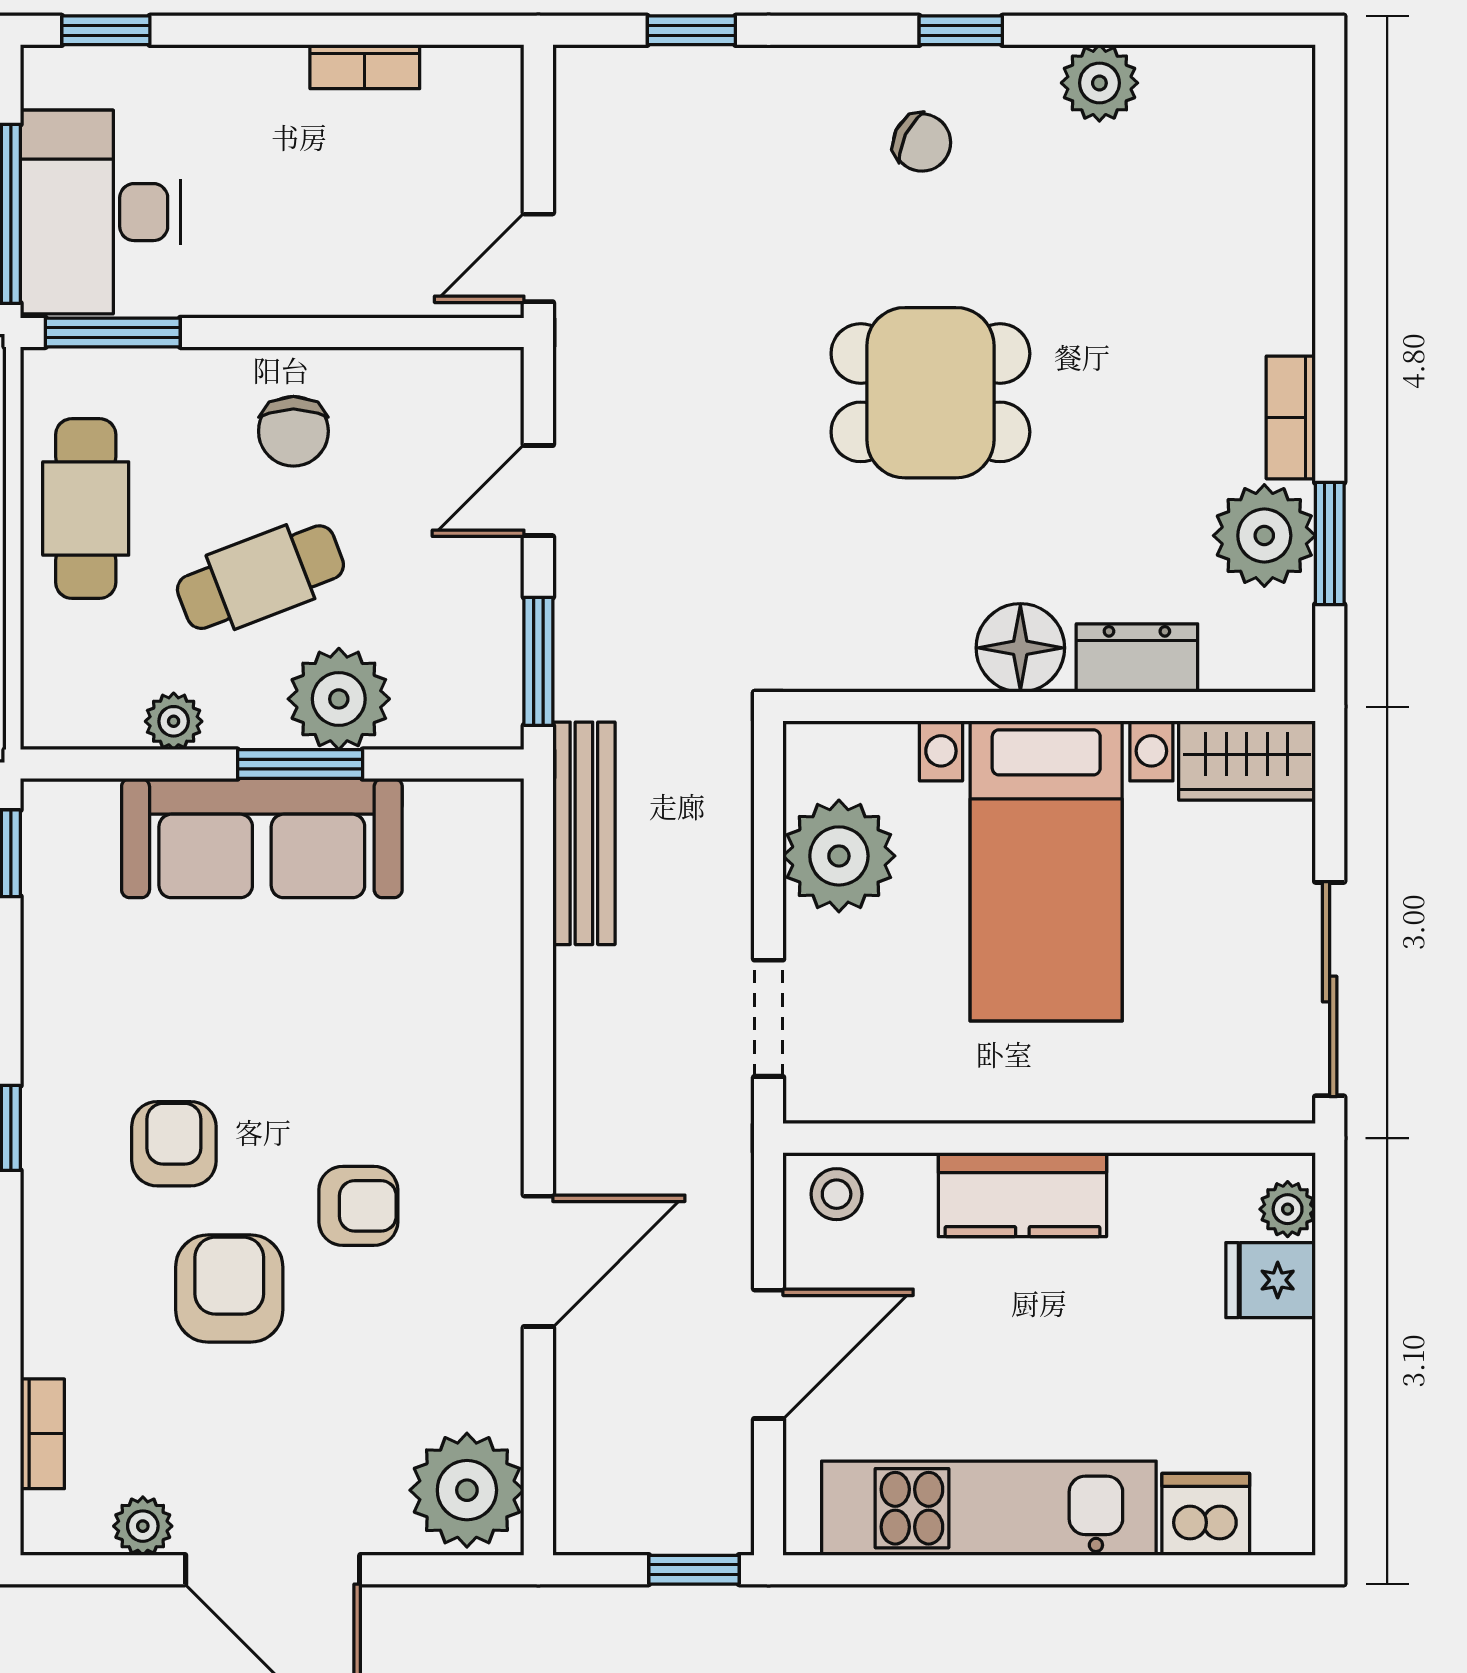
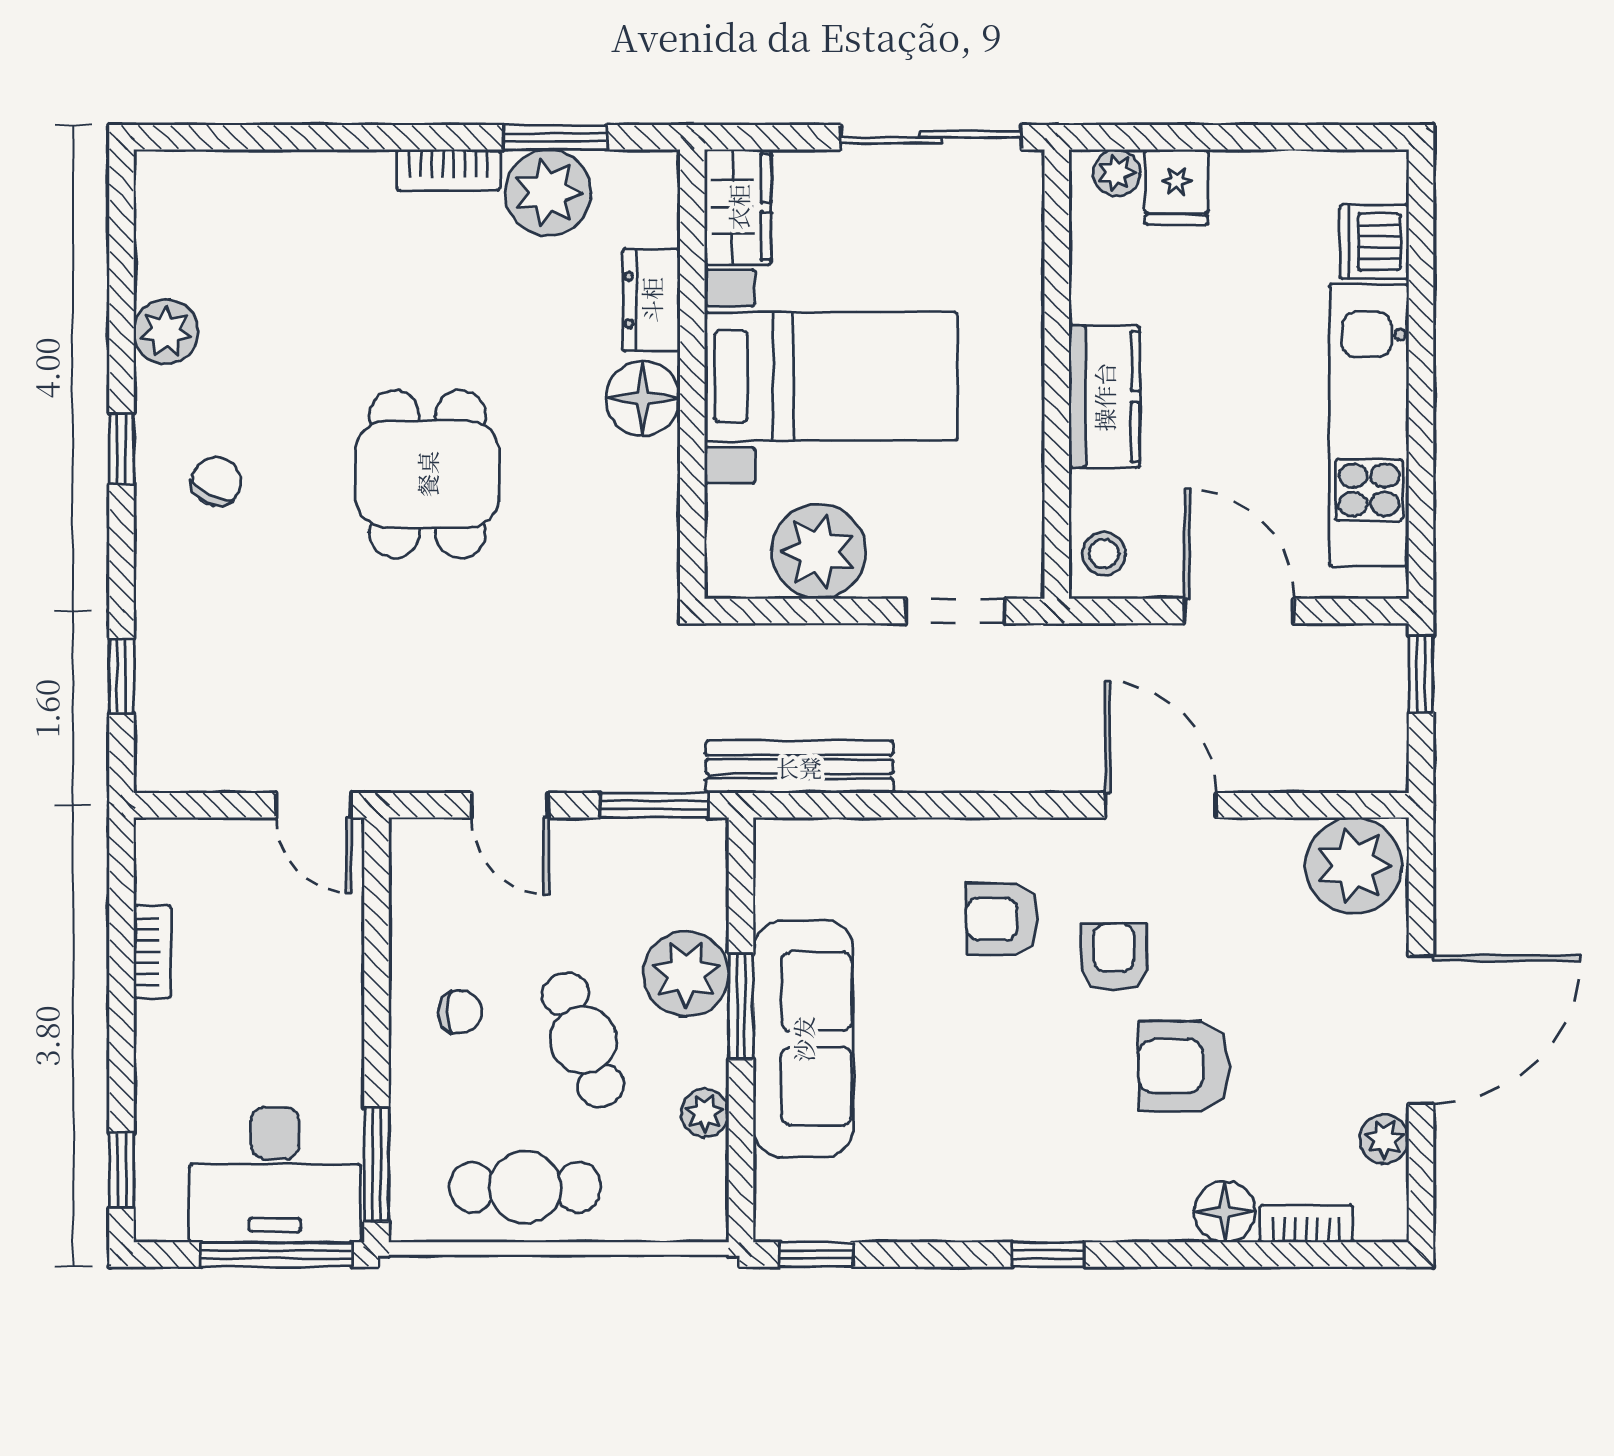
chair: (293, 431) -> (460, 1012), width x0.73, depth x0.73
armchair: (174, 1144) -> (1002, 919), moved
floor lamp: (57, 1337) -> (1225, 1212), added

